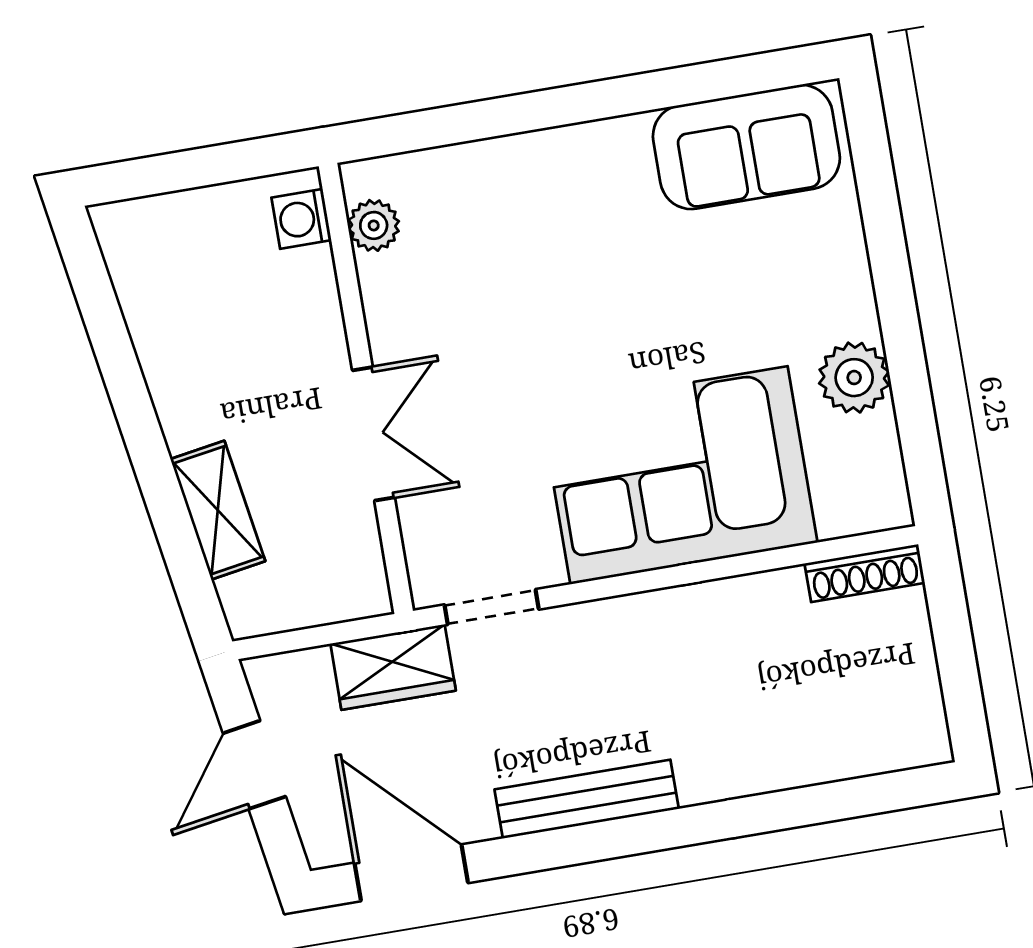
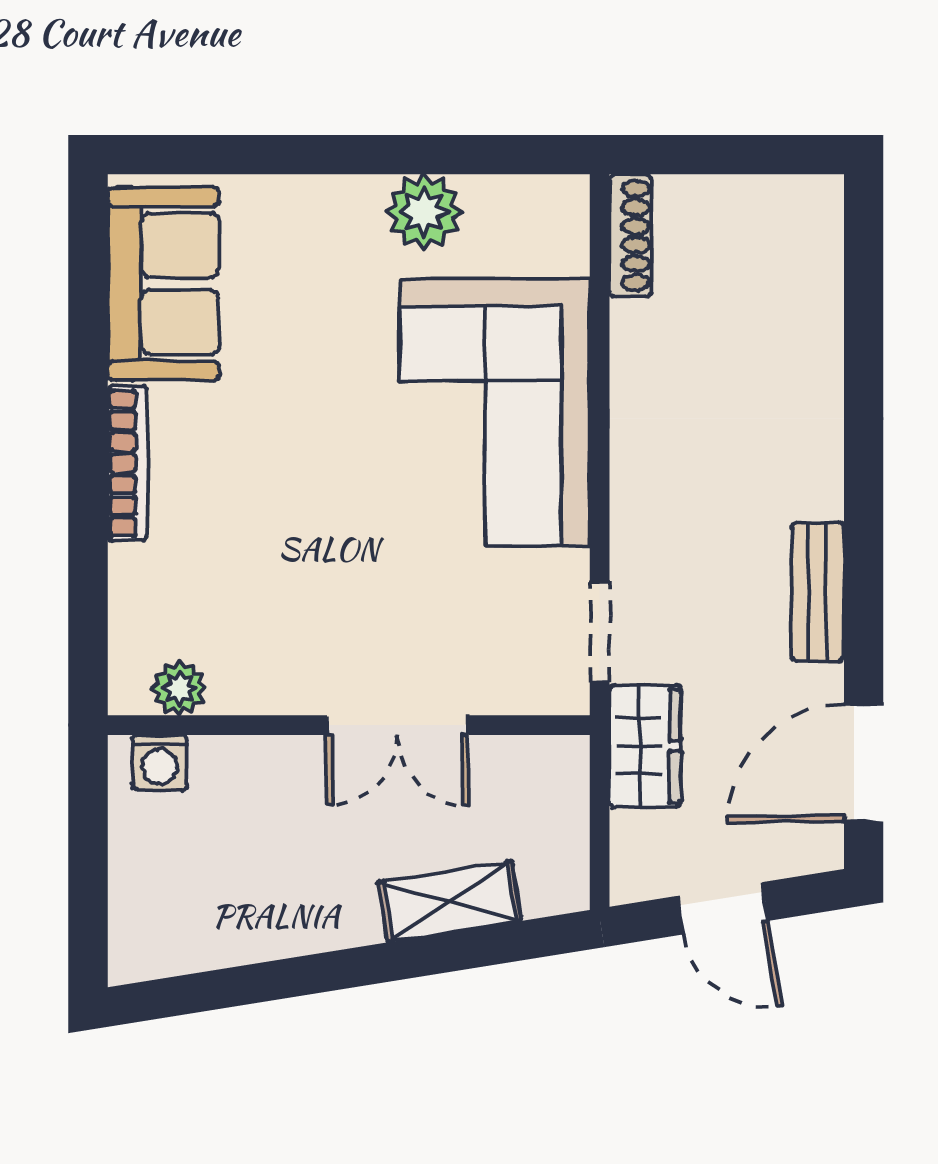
bookcase: (574, 142) -> (127, 463), added
double door: (373, 434) -> (398, 725), swing flipped
bench: (587, 799) -> (818, 592), width x0.73

